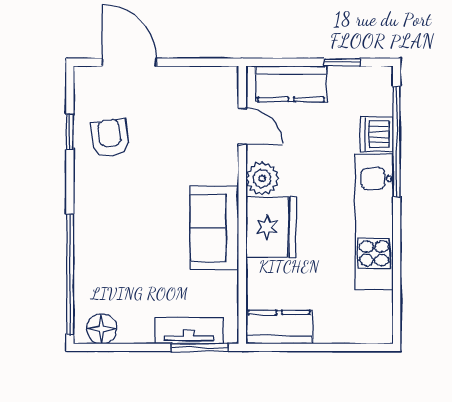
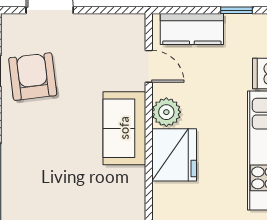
armchair: (110, 138) -> (33, 77), width x1.38, depth x1.38
sofa: (214, 228) -> (124, 128), moved

